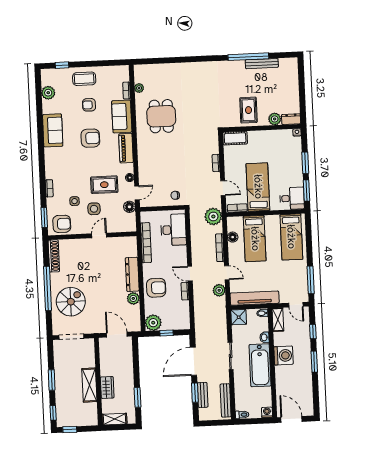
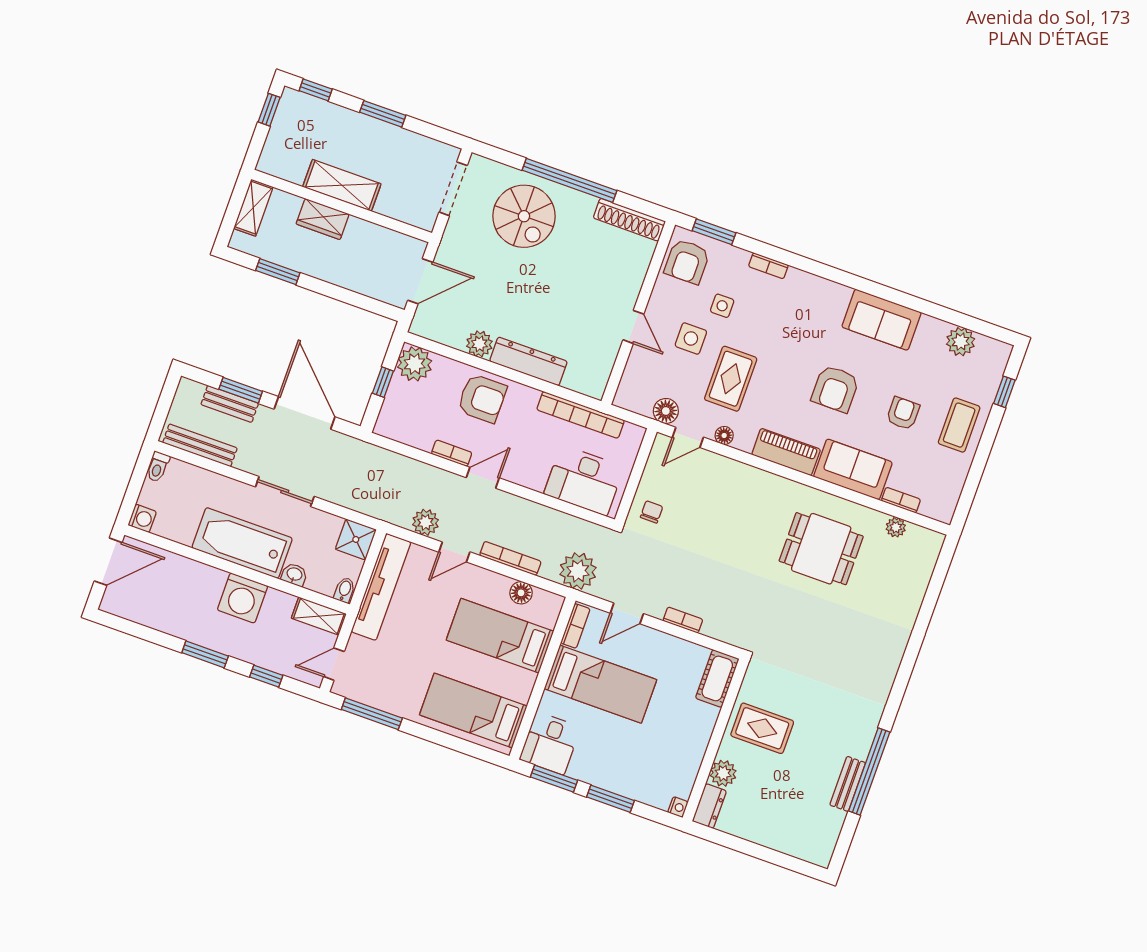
bench: (262, 64) -> (848, 784), width x0.73
door: (137, 193) -> (688, 437), hinge flipped
armchair: (156, 288) -> (482, 398), turned -90

